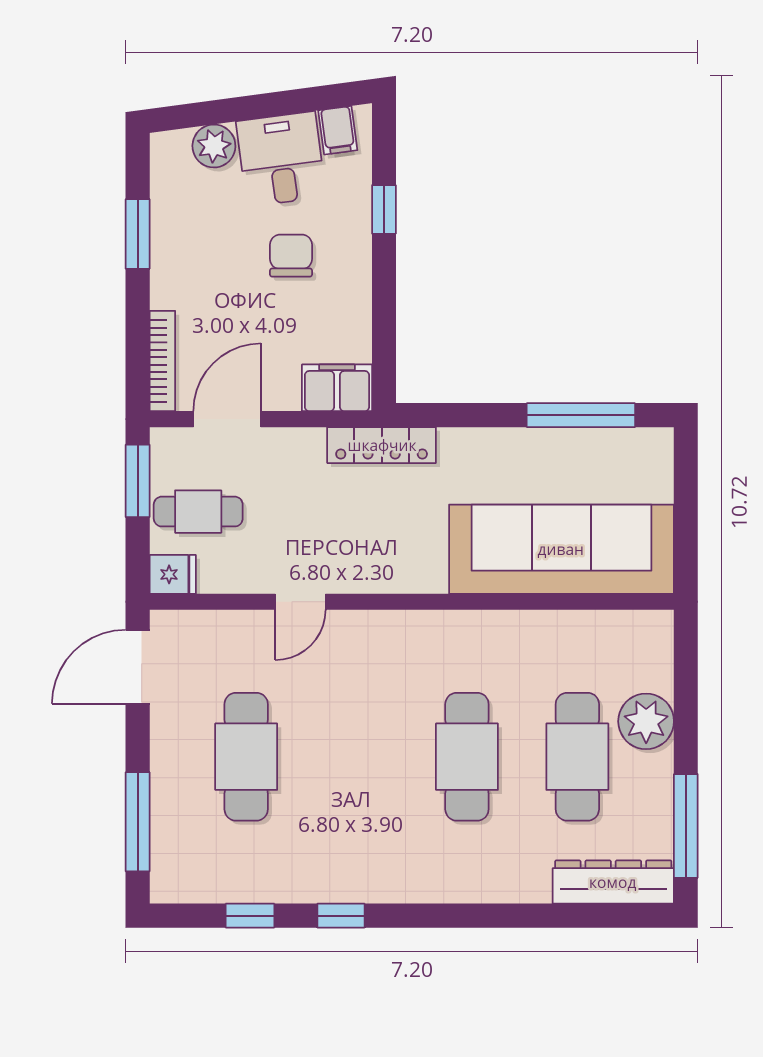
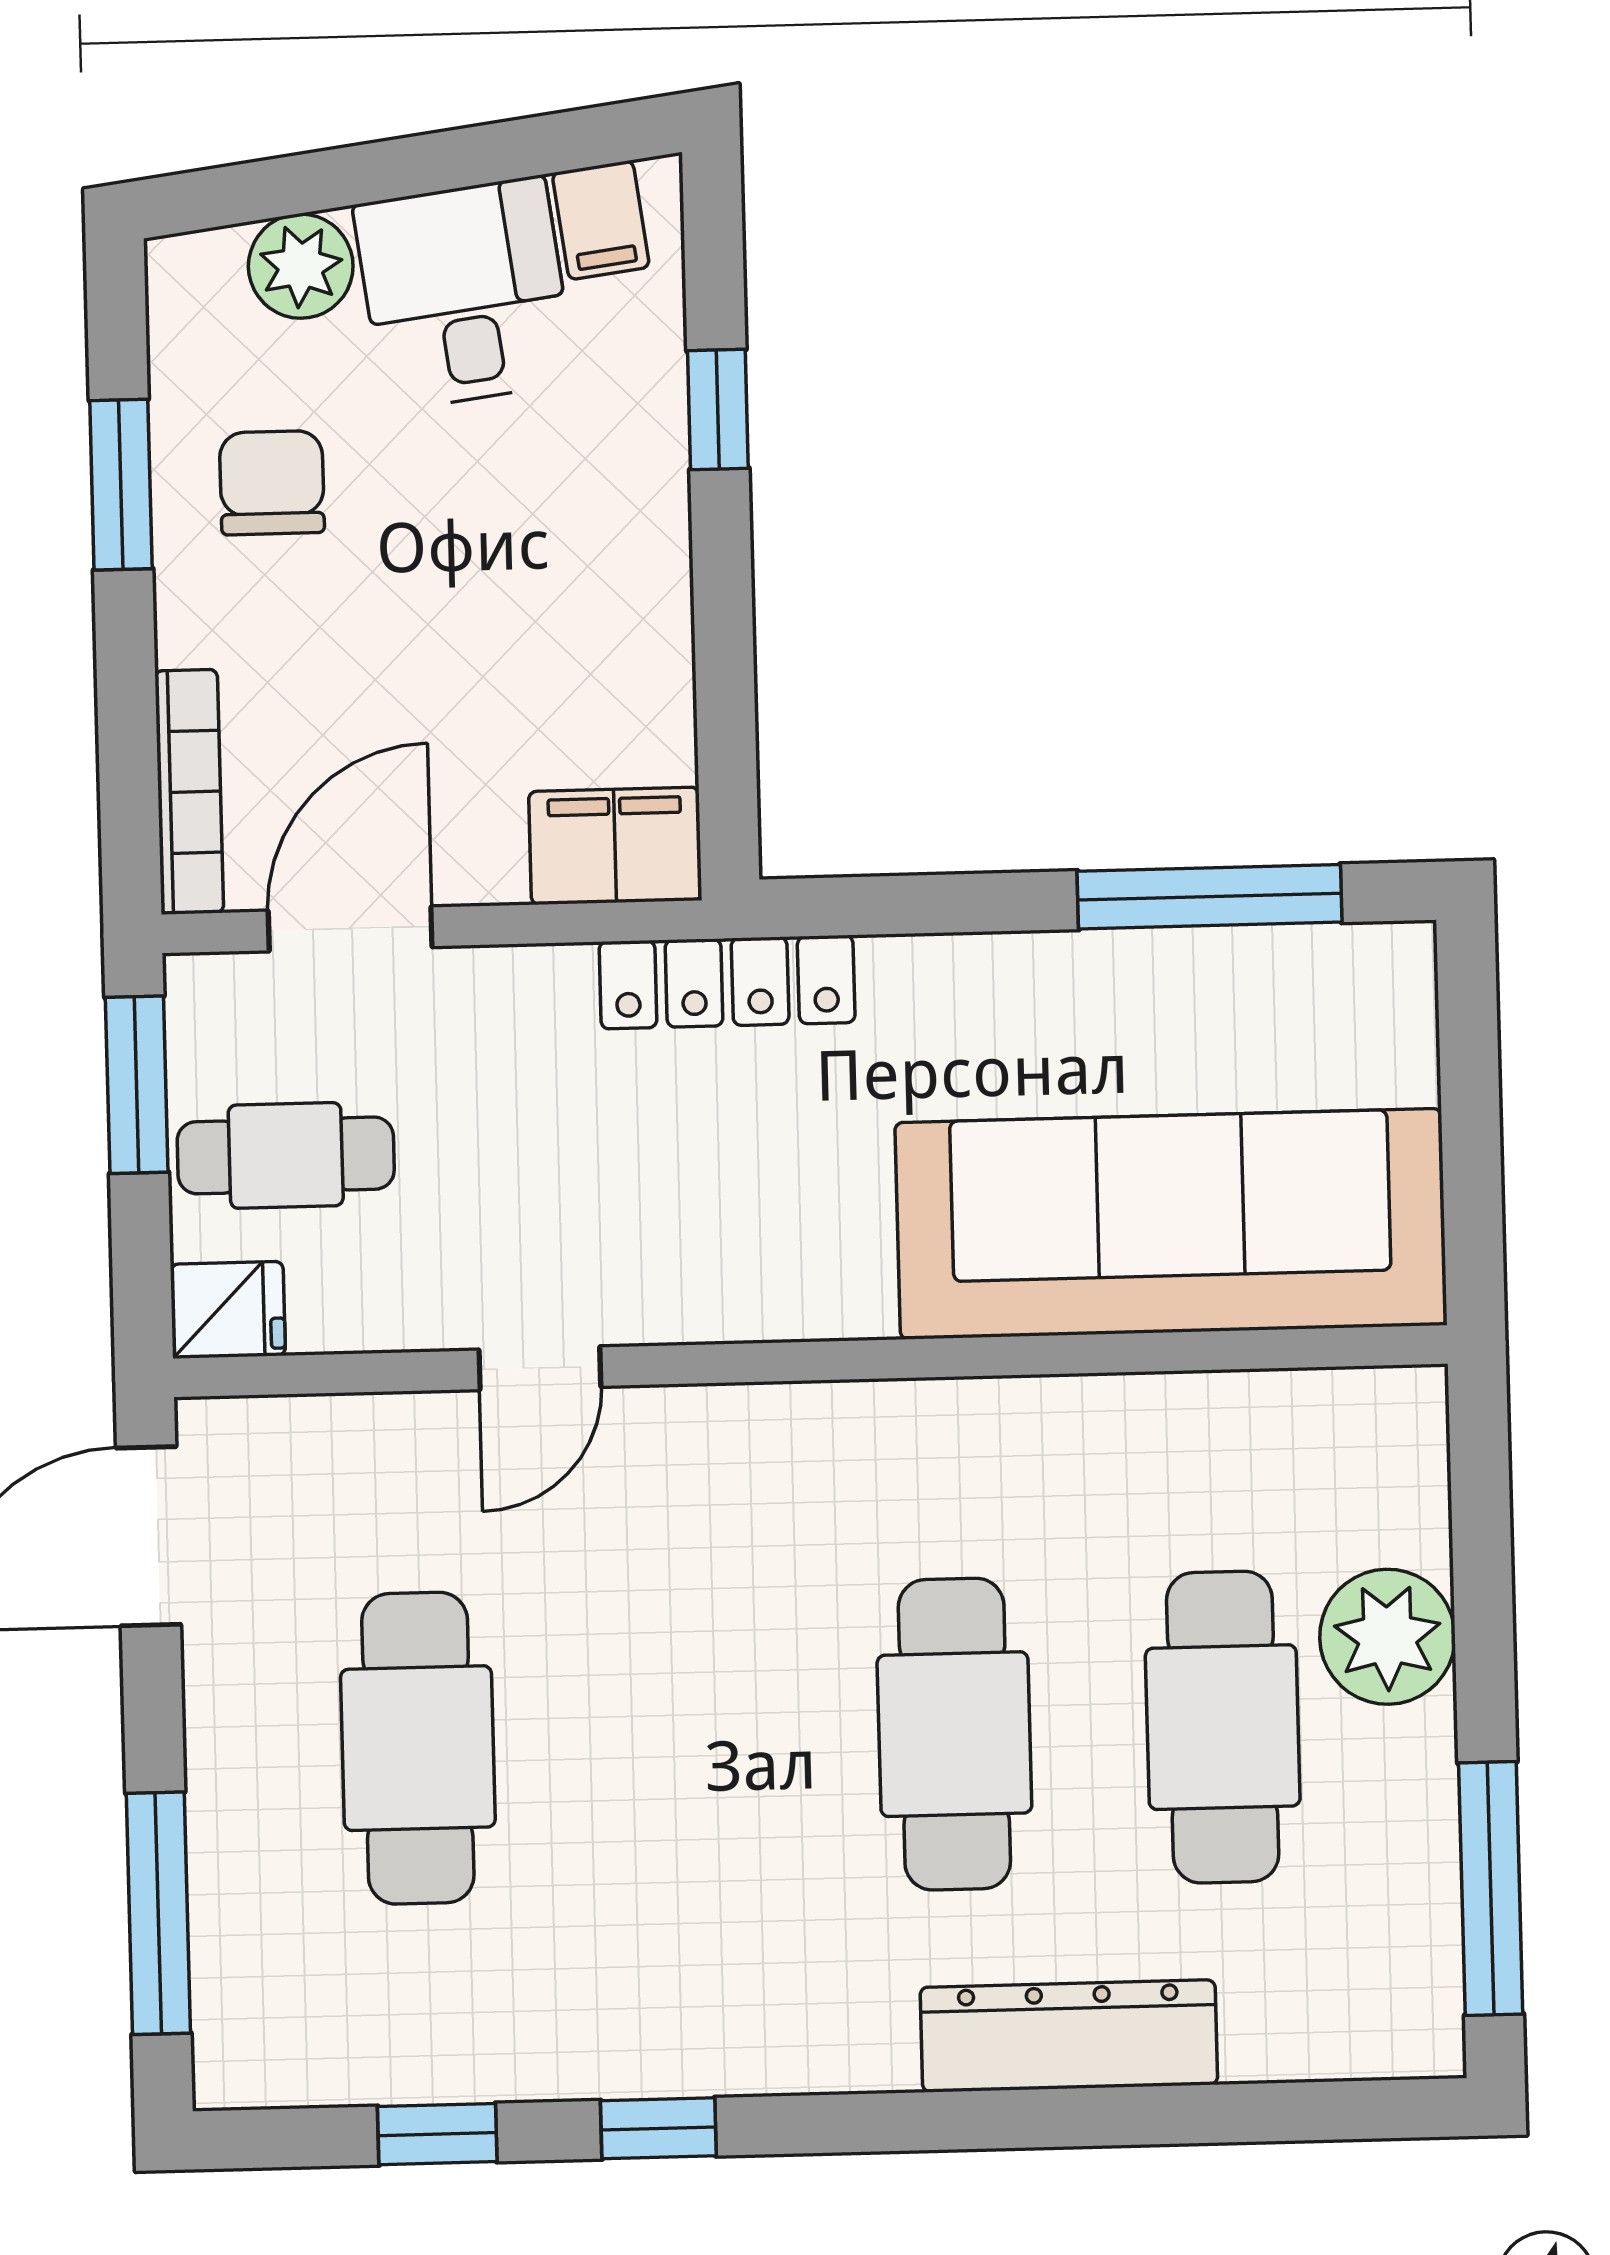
chair: (291, 256) -> (272, 483), moved
dresser: (613, 882) -> (1069, 2036), moved

